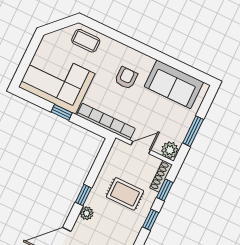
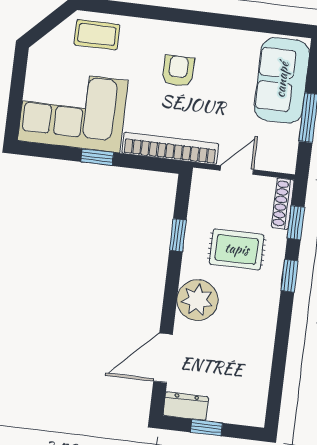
sofa: (174, 84) -> (282, 80), moved, turned 90
plant: (170, 150) -> (283, 159), removed
window: (83, 195) -> (178, 235), moved
plant: (87, 213) -> (197, 300), width x1.88, depth x1.88

